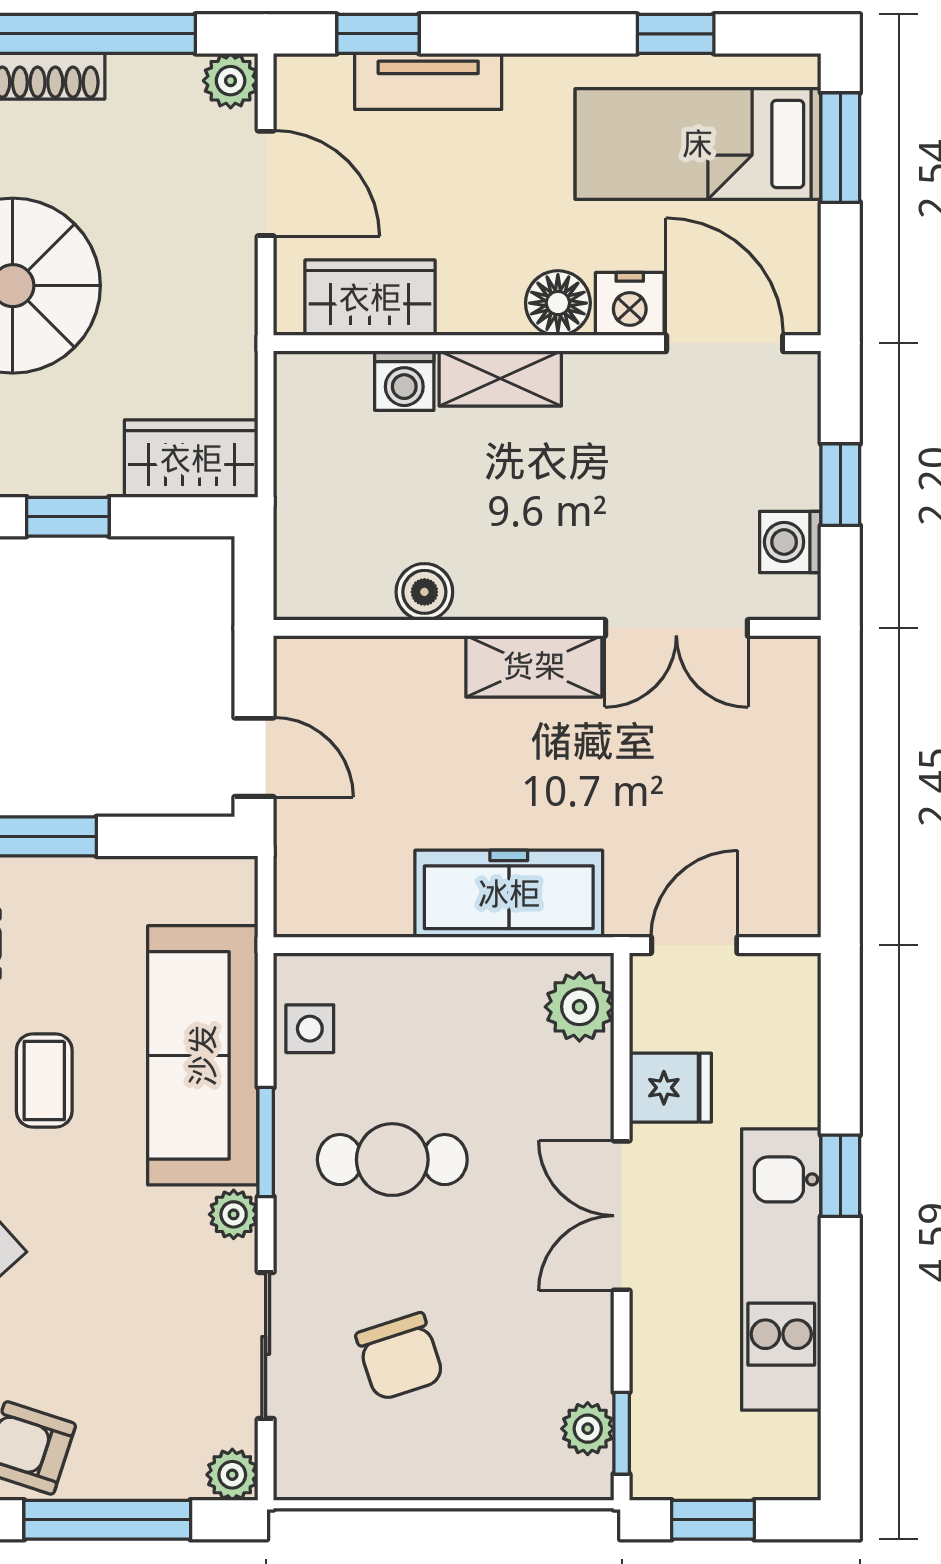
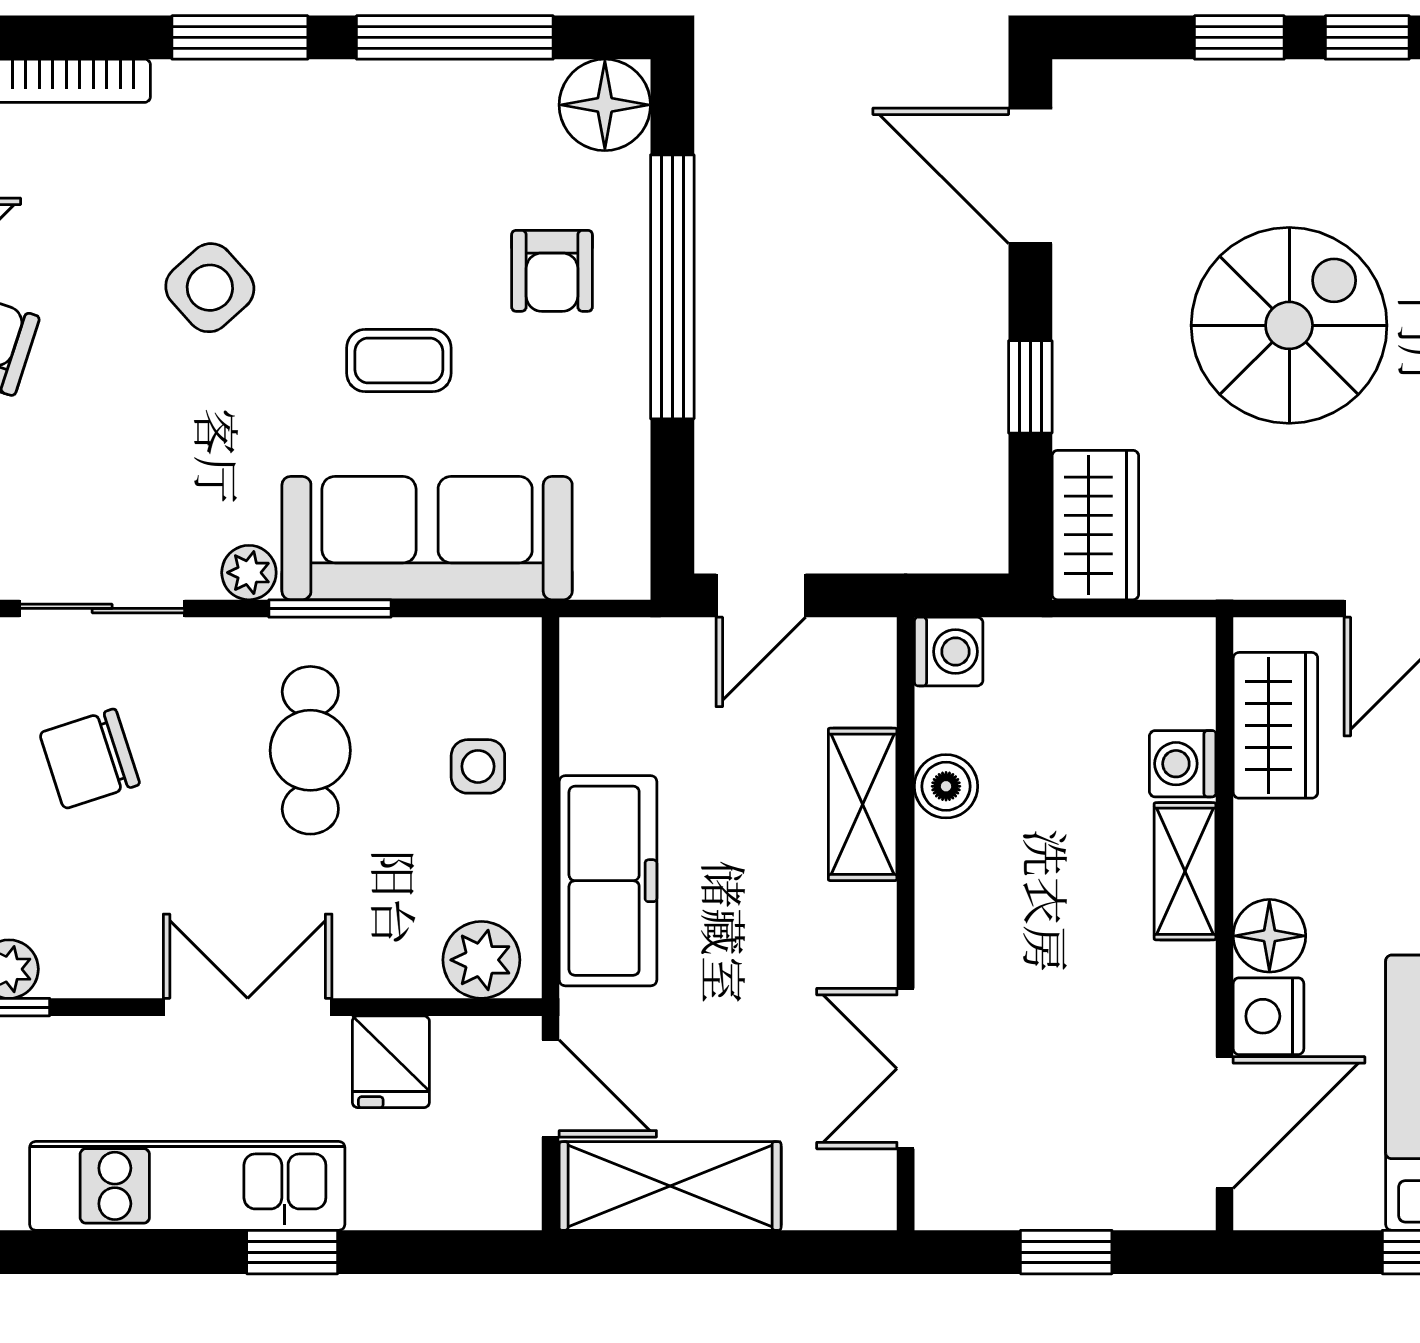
washing machine: (790, 542) -> (949, 652), moved, turned 90
shelving: (534, 666) -> (863, 804), moved
shelving: (781, 838) -> (670, 1186), added
side table: (310, 1029) -> (478, 766), moved

